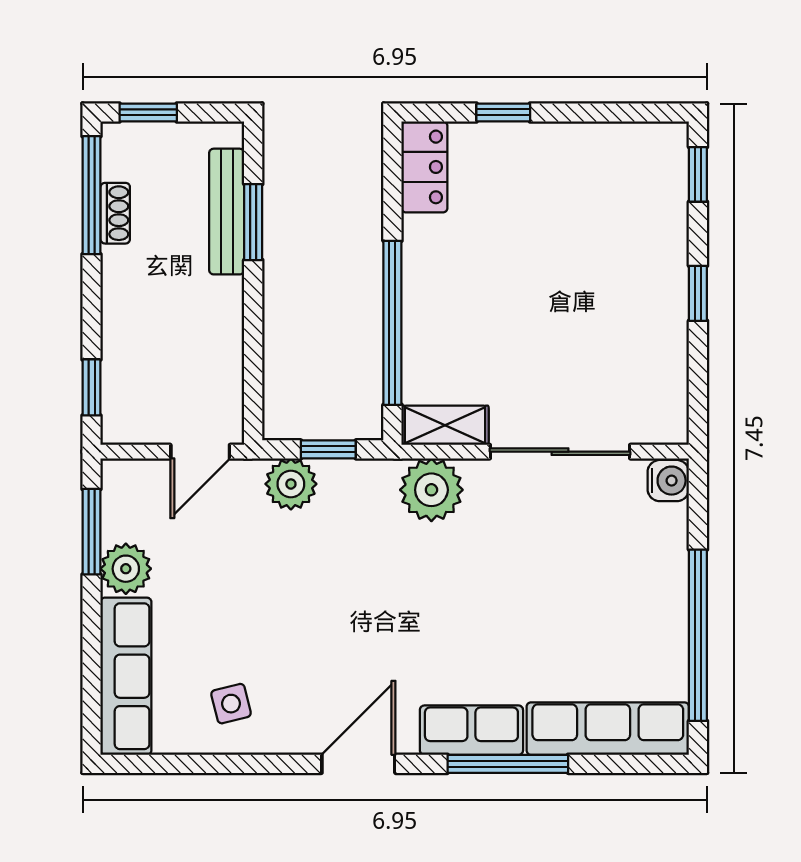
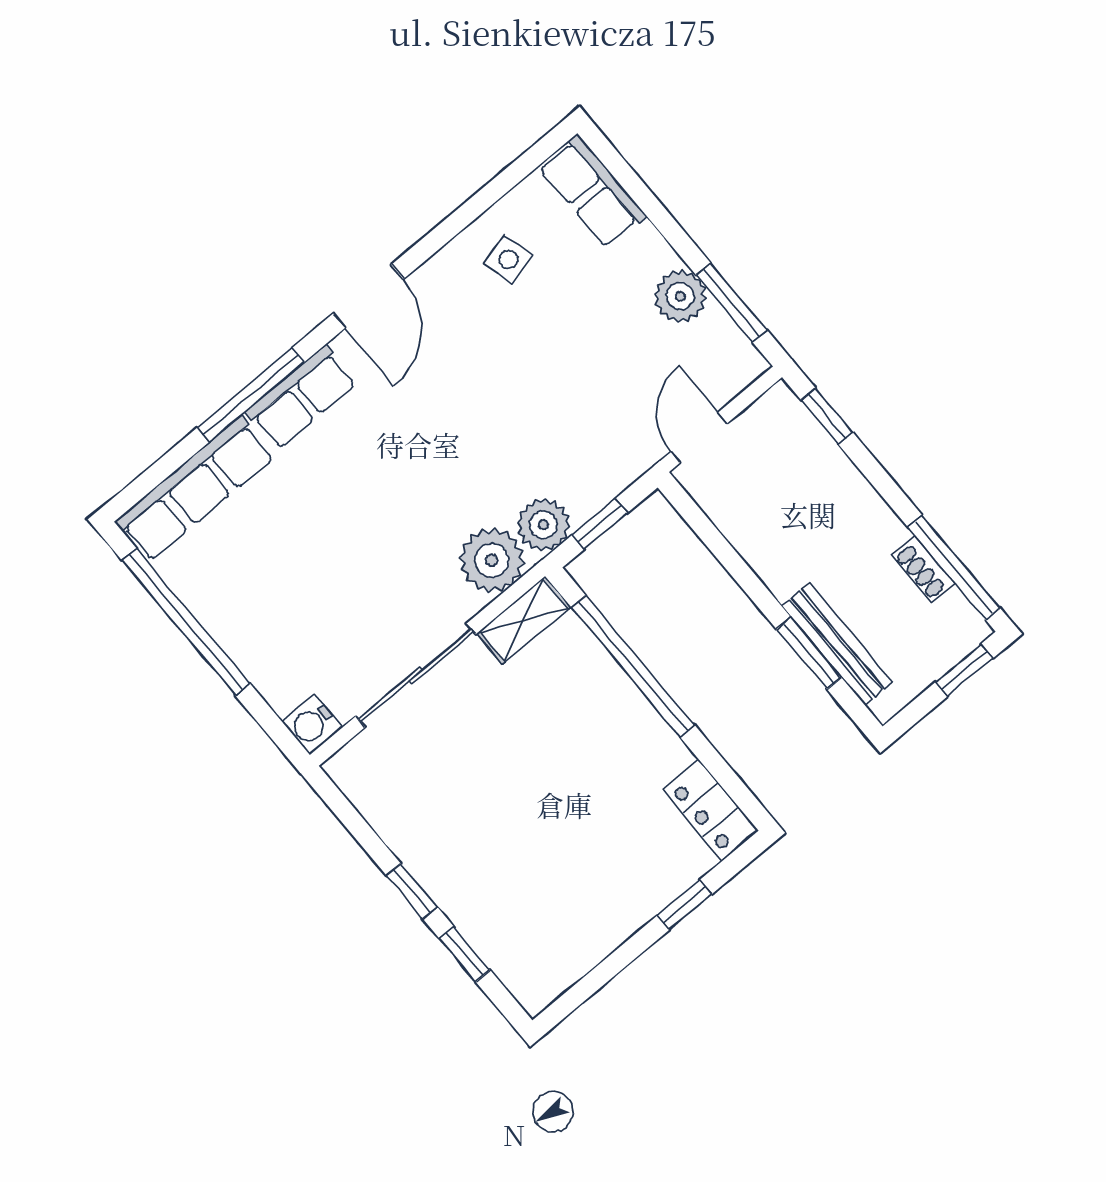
window: (698, 174) -> (465, 954), moved
plant: (291, 484) -> (543, 525), moved
row of seats: (126, 676) -> (592, 192), width x0.68

